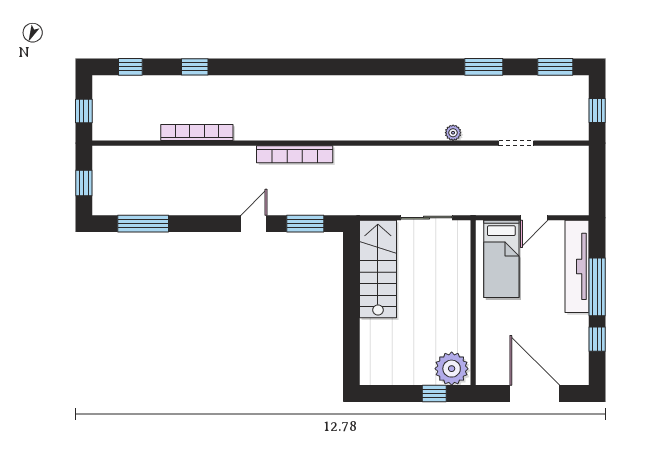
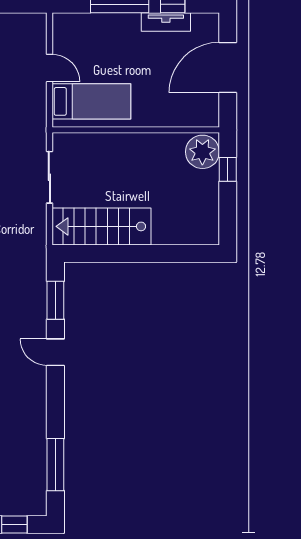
tv unit: (577, 266) -> (166, 22), moved, width x0.52, depth x0.78

